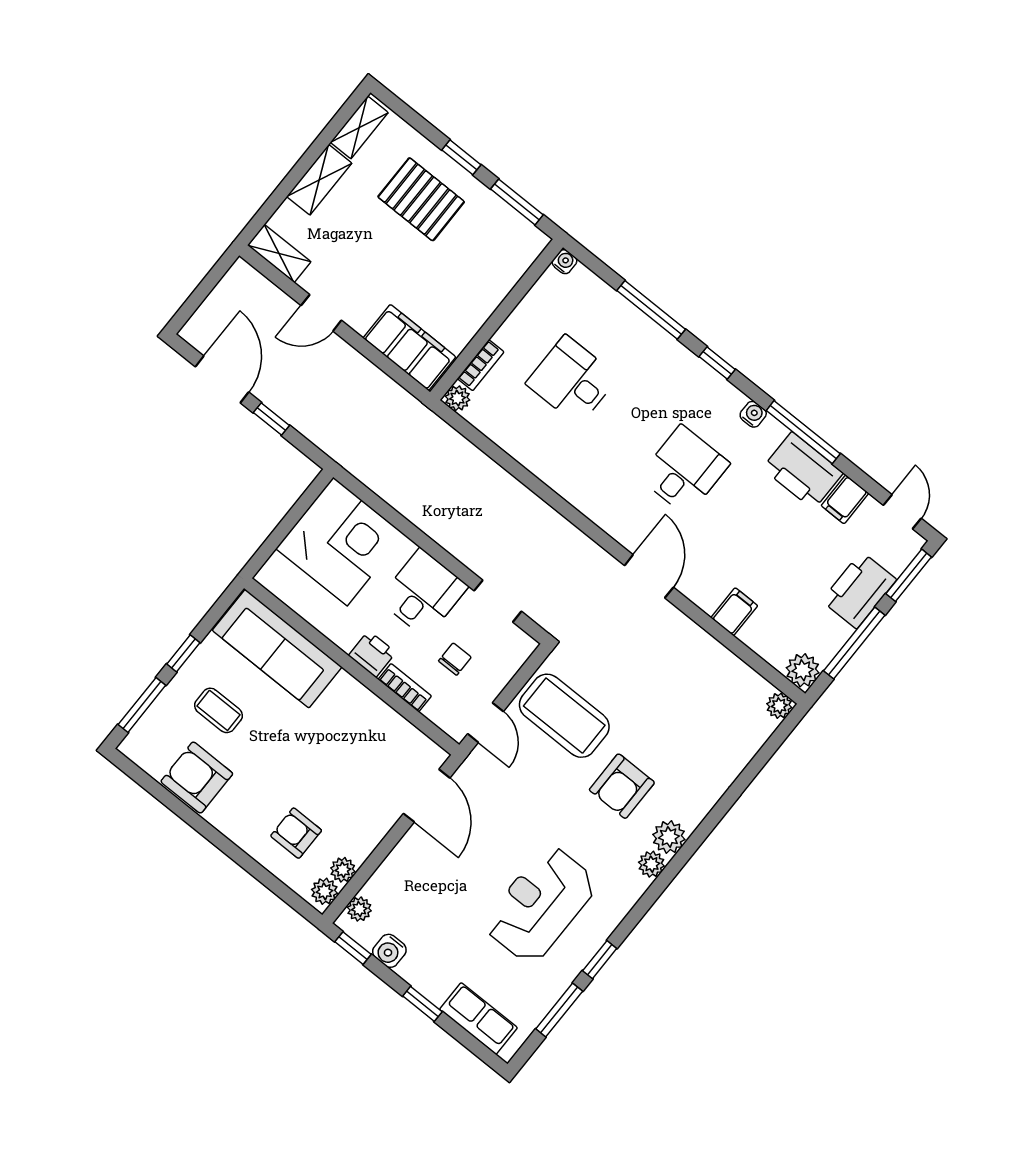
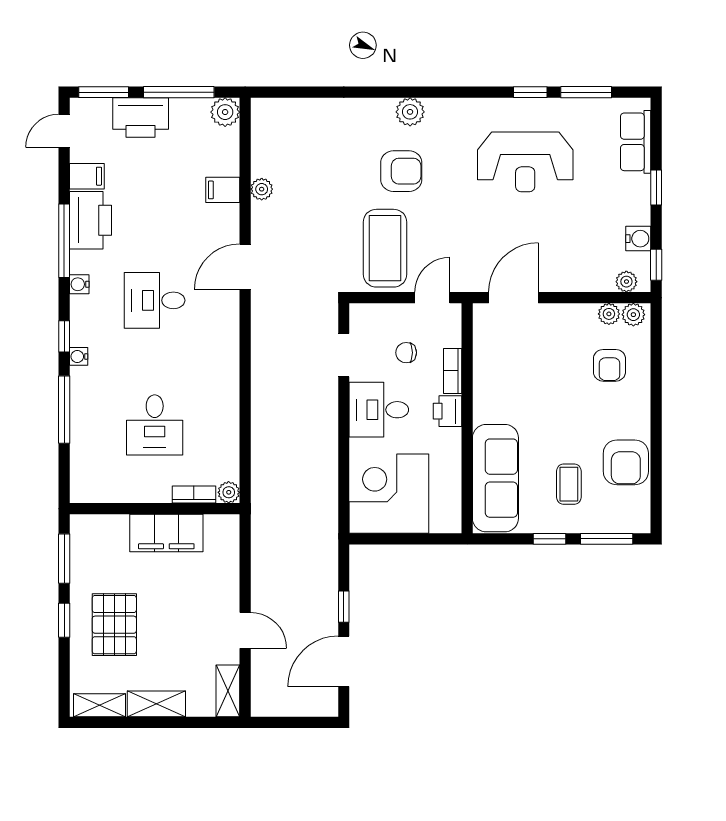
water cooler: (564, 262) -> (79, 356), moved
filing cabinet: (409, 347) -> (166, 533), moved, turned -90
plant: (779, 706) -> (262, 189), moved
plant: (651, 864) -> (438, 109), removed

